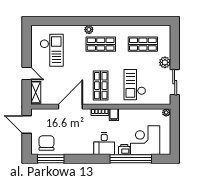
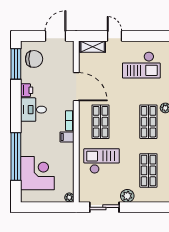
door: (27, 73) -> (115, 36), swing flipped
shop shelf: (101, 86) -> (100, 122), turned 90
desk: (104, 144) -> (33, 110), moved
printer: (124, 149) -> (27, 90), moved

